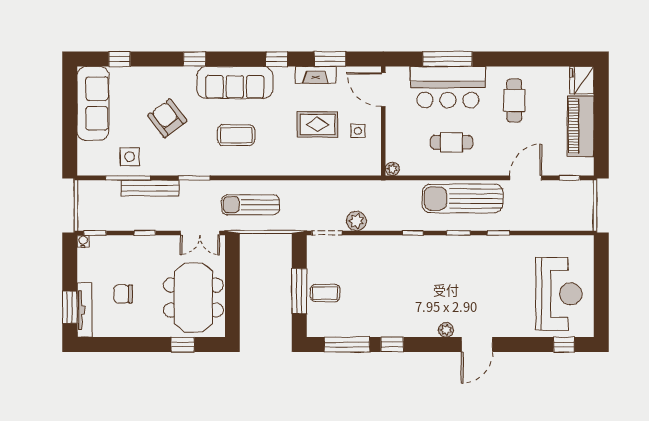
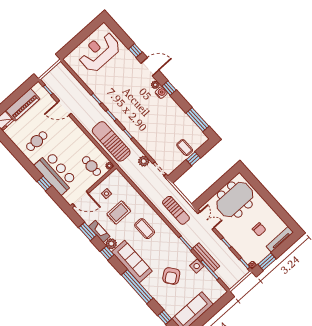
window: (195, 59) -> (137, 287), width x3.17
window: (447, 59) -> (44, 184), width x0.46
plant: (284, 76) -> (111, 244), added
door: (383, 90) -> (80, 198), hinge flipped
rug: (317, 124) -> (119, 212), turned 90
coffee table: (236, 135) -> (145, 229), moved
cafe table: (452, 142) -> (92, 166), moved
side table: (130, 157) -> (197, 266), moved
sun lounger: (462, 199) -> (111, 141), moved, turned 180
window: (299, 291) -> (193, 159), width x0.46
window: (70, 307) -> (267, 262), moved
water cooler: (428, 328) -> (161, 93), added
window: (183, 345) -> (258, 187), removed
window: (392, 345) -> (169, 88), moved
window: (564, 345) -> (135, 51), moved

